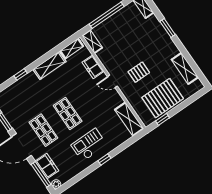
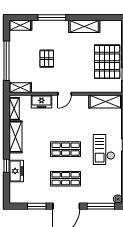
window: (168, 28) -> (52, 18), width x1.44
shelving: (185, 68) -> (84, 26), moved
pallet: (139, 72) -> (47, 59), moved
freezer: (47, 166) -> (16, 171), moved, turned 90

